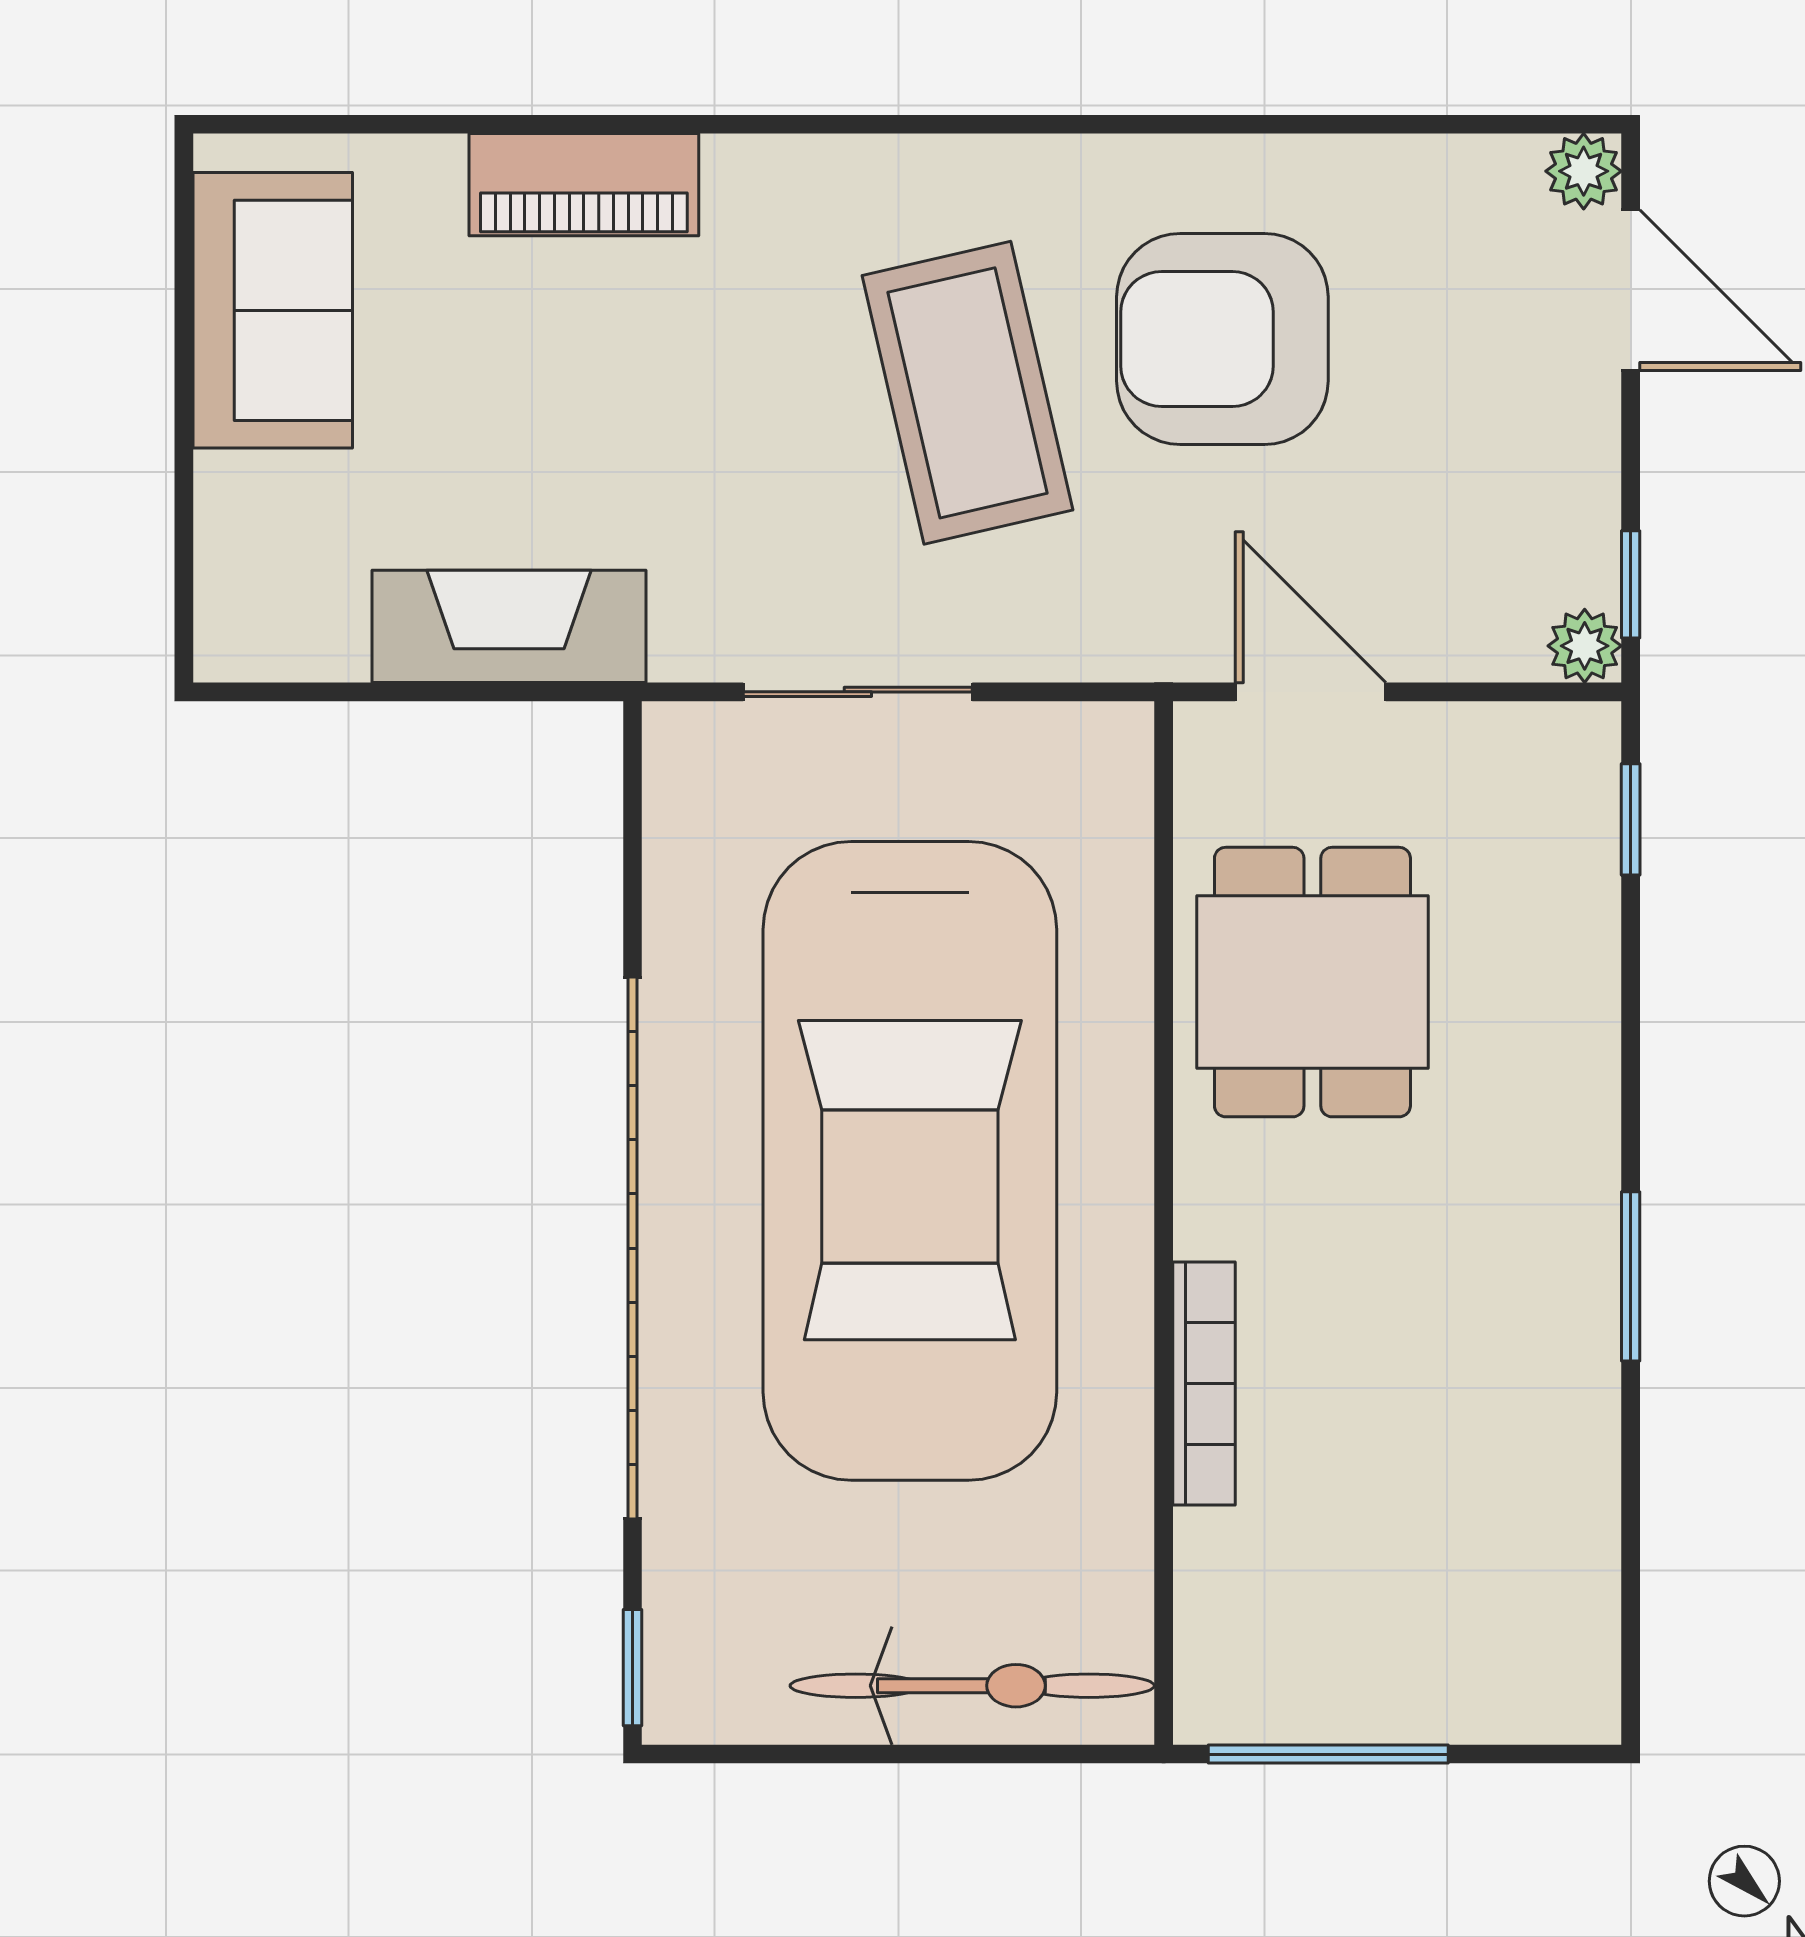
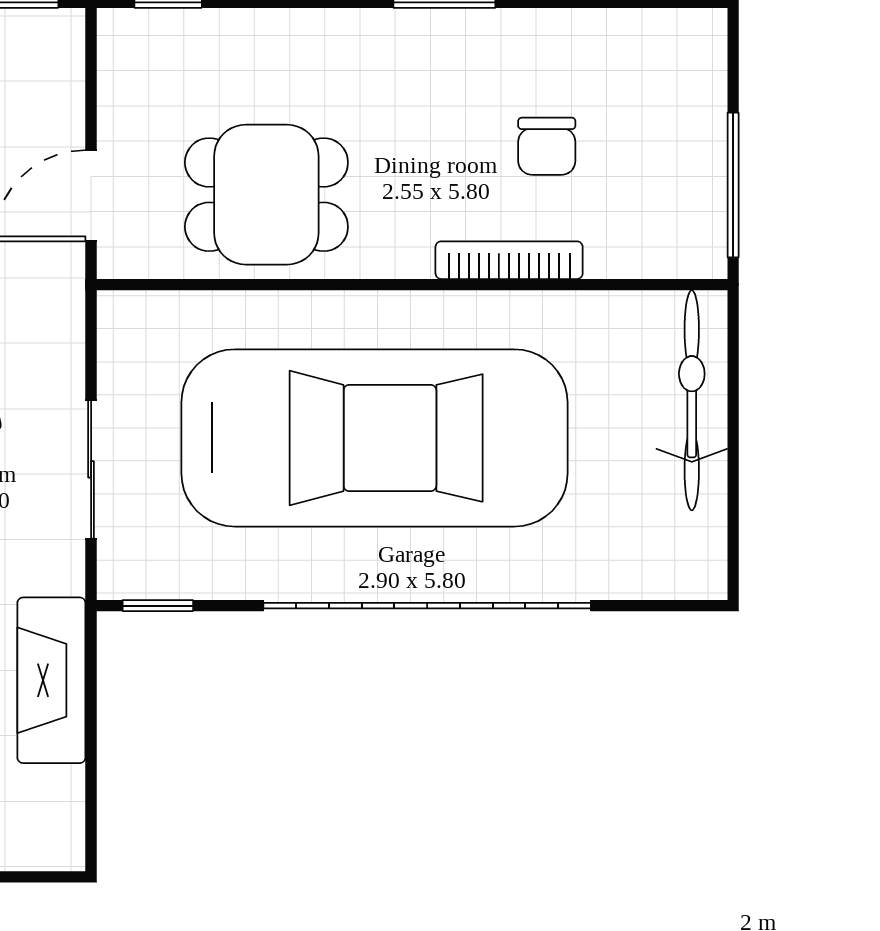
plant: (1585, 646) -> (63, 30), removed
chair: (1392, 1446) -> (547, 146), added
window: (633, 1668) -> (158, 606), moved

